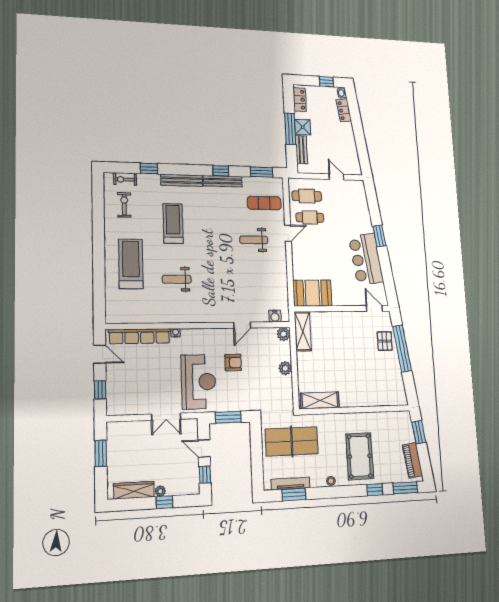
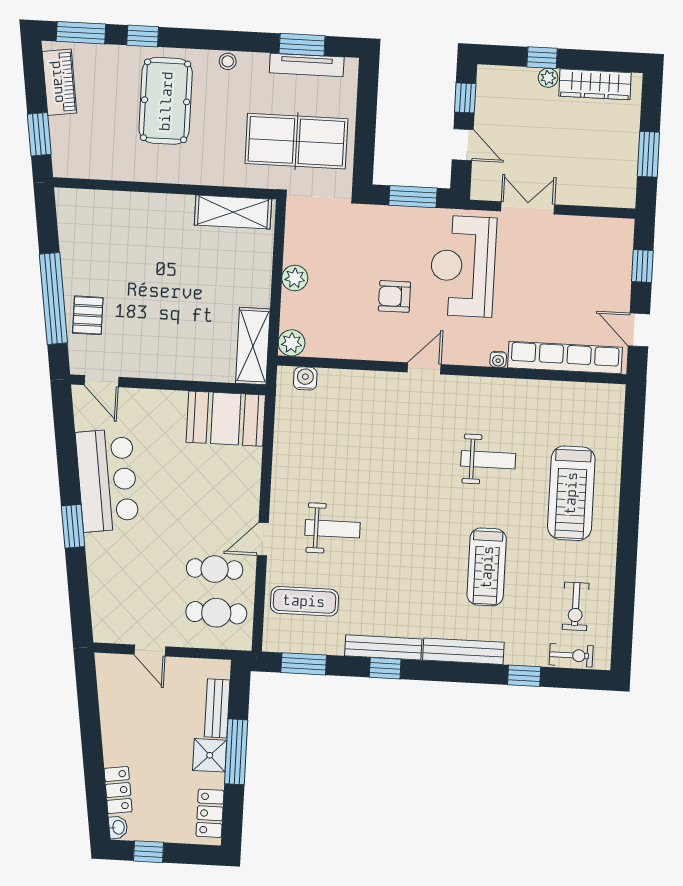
door: (242, 325) -> (424, 368), moved

